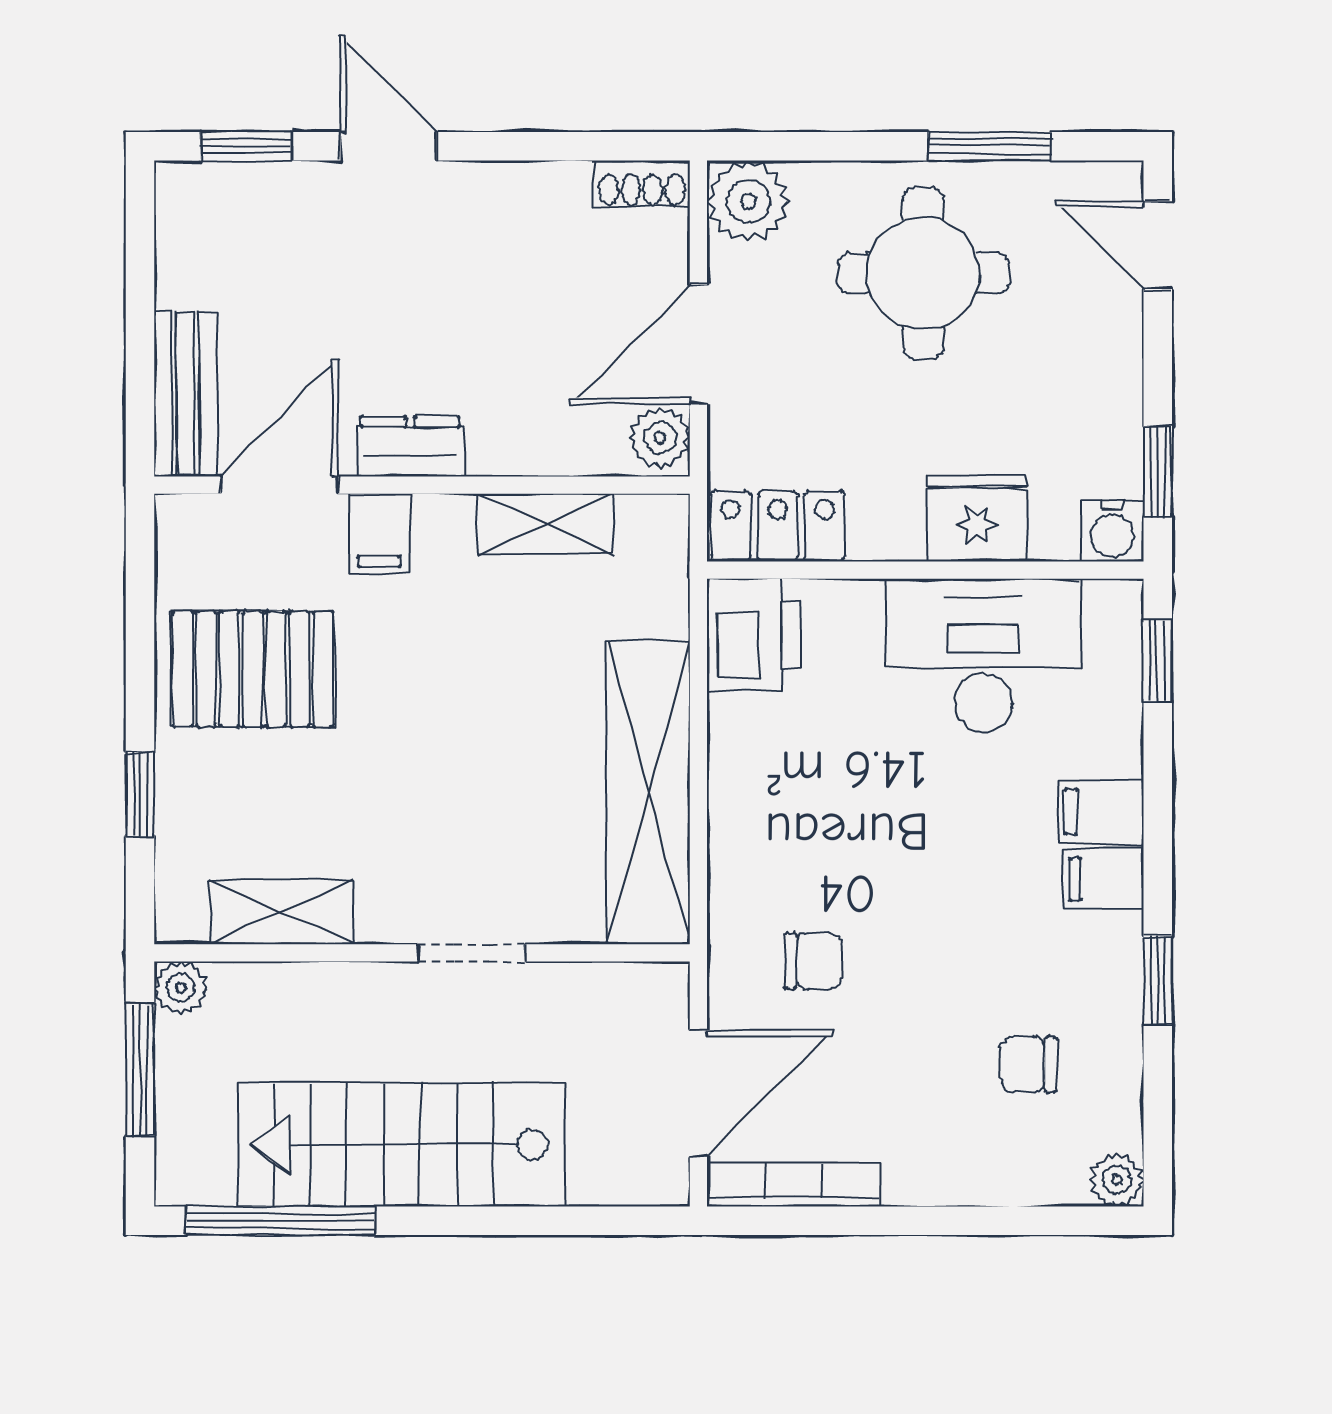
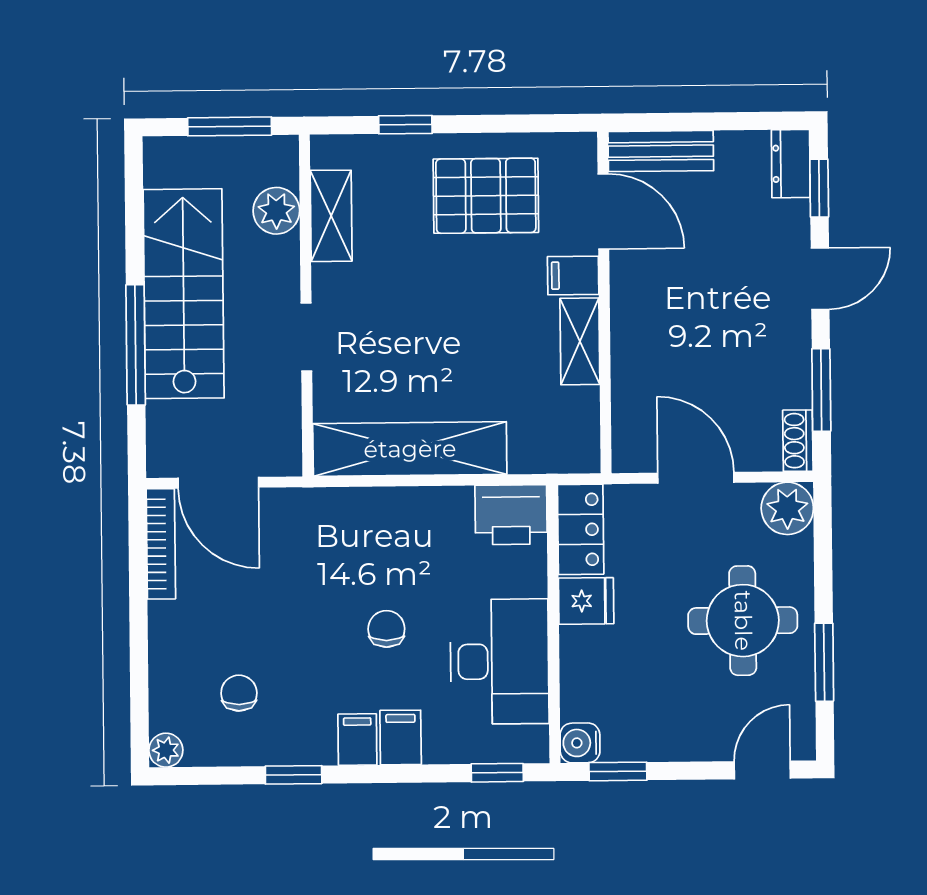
window: (563, 146) -> (821, 390), added
plant: (660, 438) -> (636, 454), removed
dresser: (410, 447) -> (791, 164), moved, turned 180
fridge: (977, 519) -> (586, 601), moved, width x0.72
shelving: (545, 524) -> (580, 341), moved
pallet: (253, 669) -> (486, 196), turned 90
chair: (813, 961) -> (386, 629), moved, turned 180
plant: (181, 988) -> (276, 211), moved, width x1.38, depth x1.38
window: (280, 1221) -> (136, 345), moved

